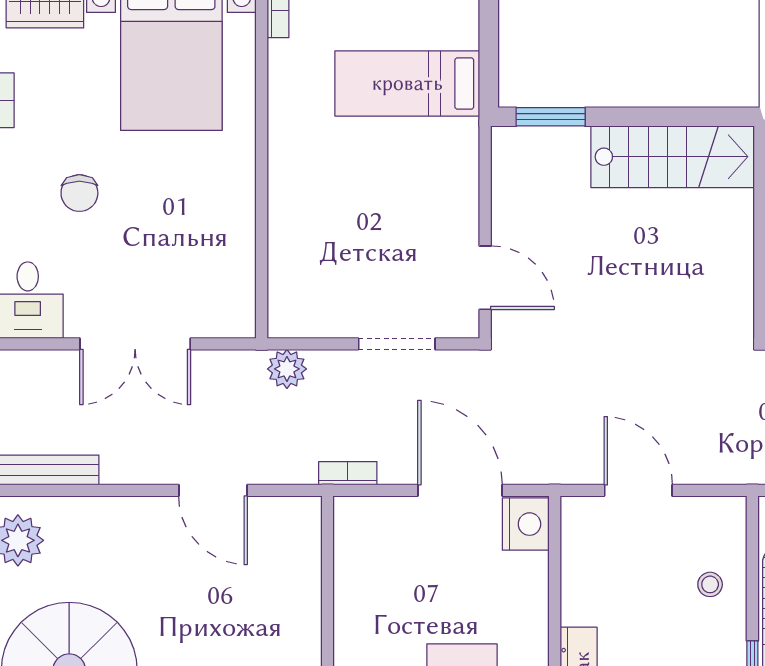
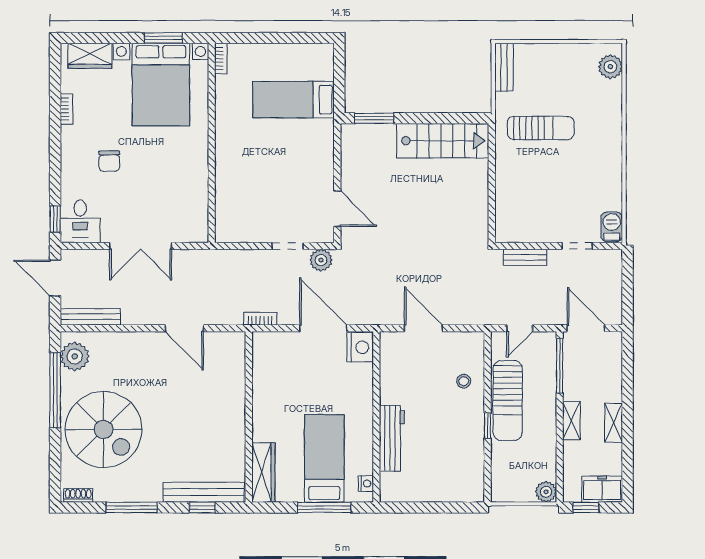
doorway: (397, 344) -> (288, 246), width x0.73
plant: (287, 369) -> (321, 260), moved

